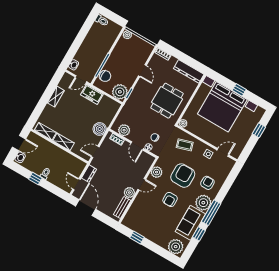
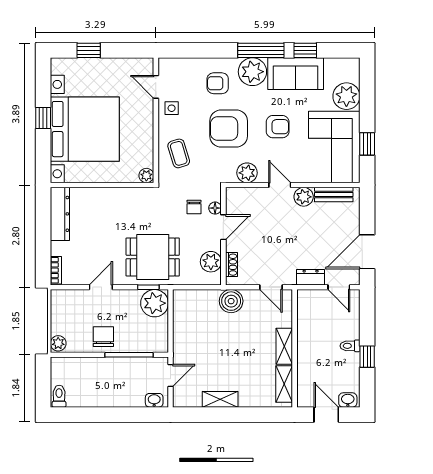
chair: (105, 76) -> (103, 337), moved
door: (81, 79) -> (170, 375), hinge flipped
freezer: (92, 94) -> (184, 345), removed
dining table: (167, 101) -> (153, 257), moved
door: (76, 184) -> (339, 287), hinge flipped
corner sofa: (145, 221) -> (334, 147), added
plant: (176, 247) -> (346, 96), moved

